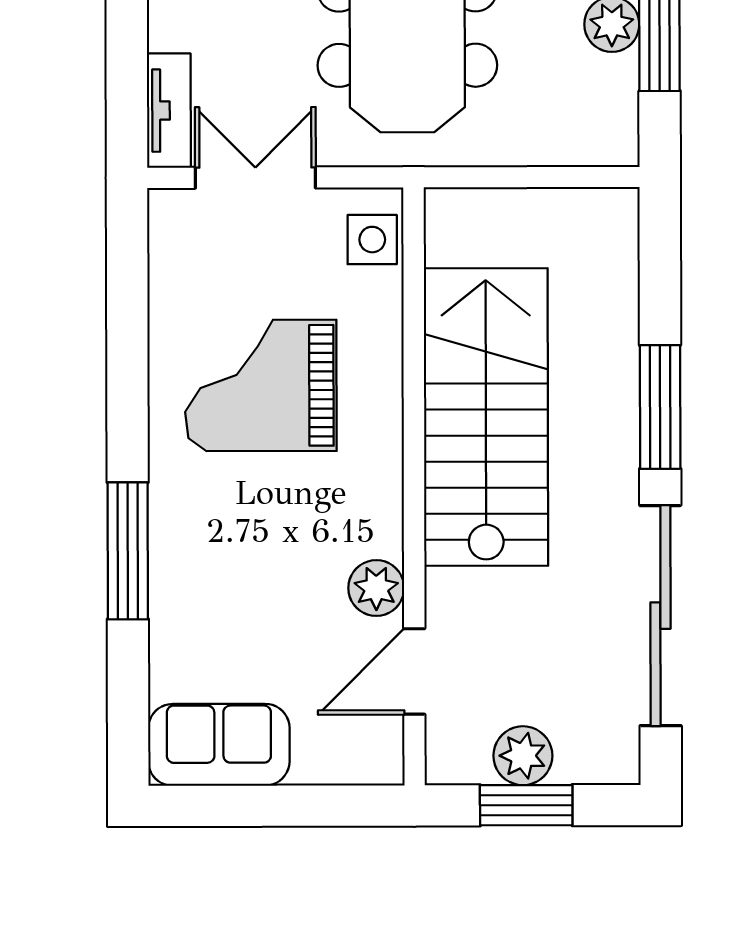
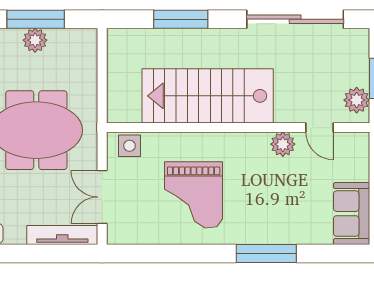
tv unit: (169, 111) -> (62, 235), width x1.41
window: (660, 407) -> (181, 19), moved
door: (414, 671) -> (319, 128), width x0.73
plant: (523, 756) -> (357, 100), moved

